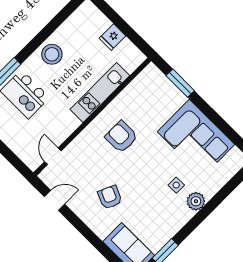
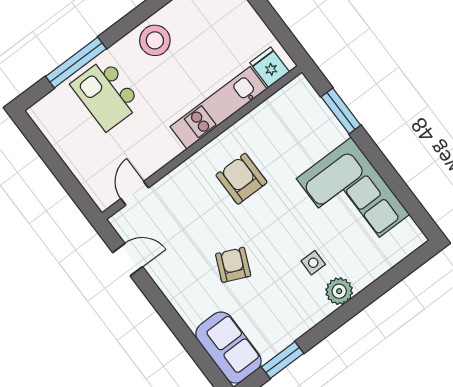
fridge: (112, 37) -> (270, 67), moved, turned 90
armchair: (110, 197) -> (233, 265), moved

